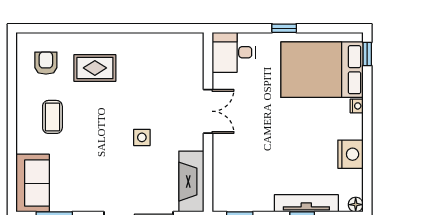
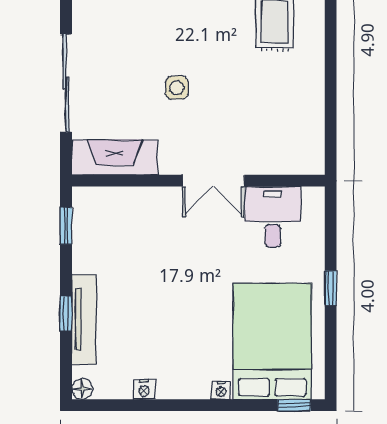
desk: (234, 52) -> (273, 217), moved
nightstand: (350, 154) -> (144, 389), width x0.53, depth x0.56

